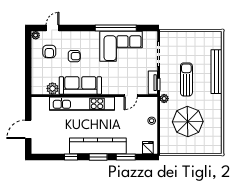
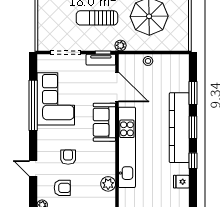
door: (53, 28) -> (33, 168), moved
sofa: (80, 85) -> (104, 122), moved, width x0.73
door: (131, 96) -> (117, 87), width x1.87
fridge: (148, 148) -> (181, 182), moved

